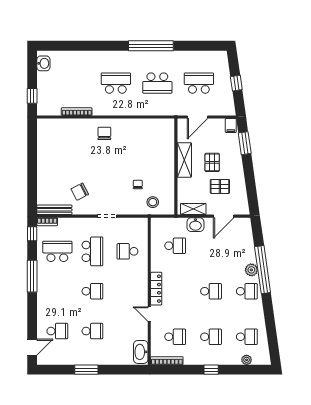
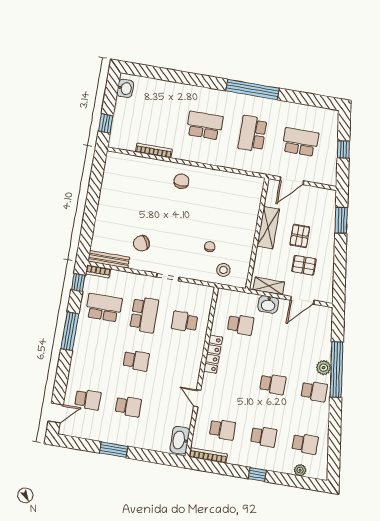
school desk: (157, 83) -> (252, 134), turned 90
filing cabinet: (231, 126) -> (329, 197), removed
locker: (156, 289) -> (213, 354), moved

